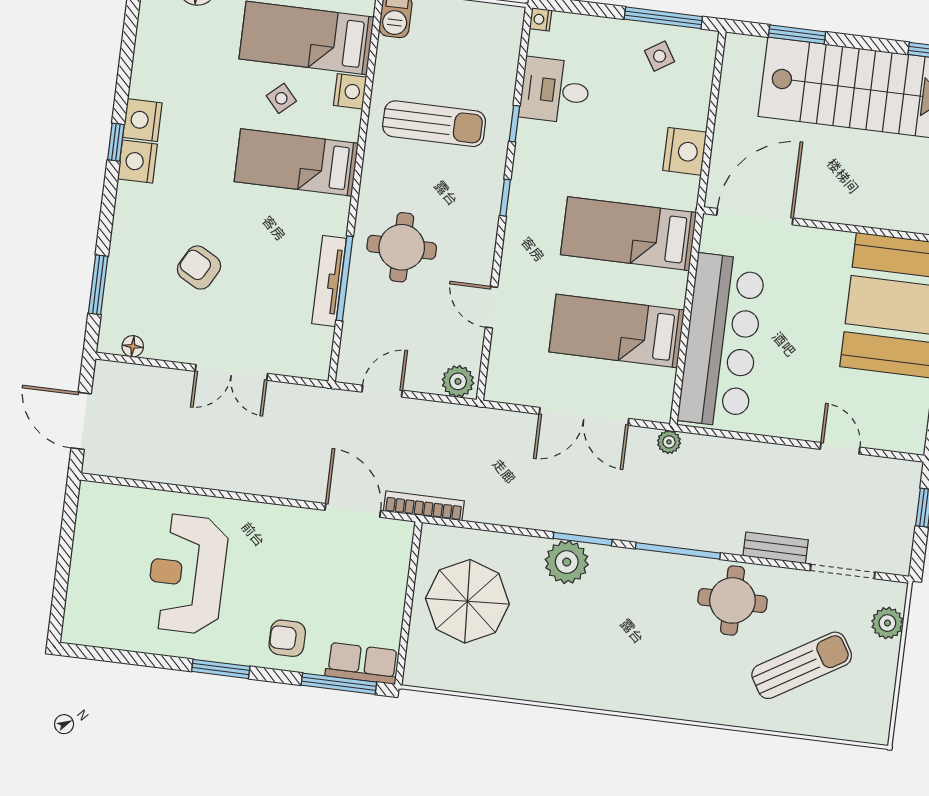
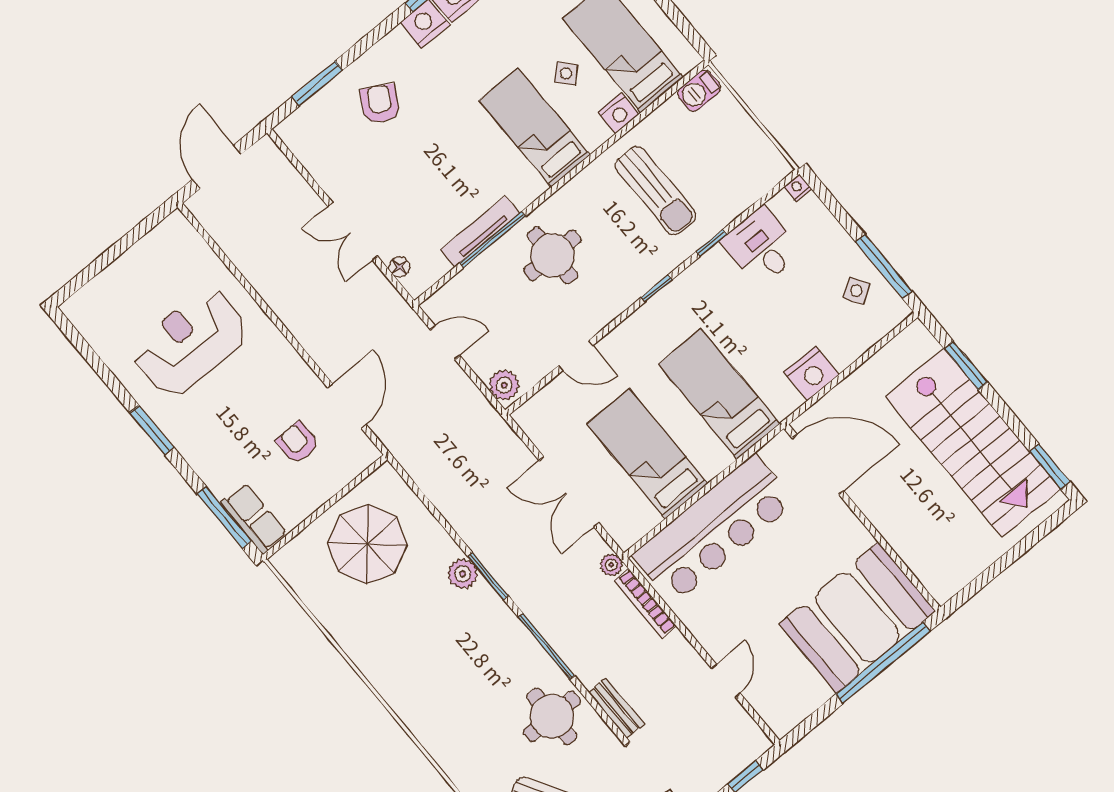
armchair: (199, 268) -> (380, 104), moved
door: (491, 307) -> (576, 356), swing flipped
floor lamp: (133, 346) -> (399, 267), moved
bookcase: (424, 506) -> (645, 603), moved, turned 180
plant: (567, 562) -> (463, 574), width x0.73, depth x0.73
armchair: (287, 638) -> (297, 443), moved

